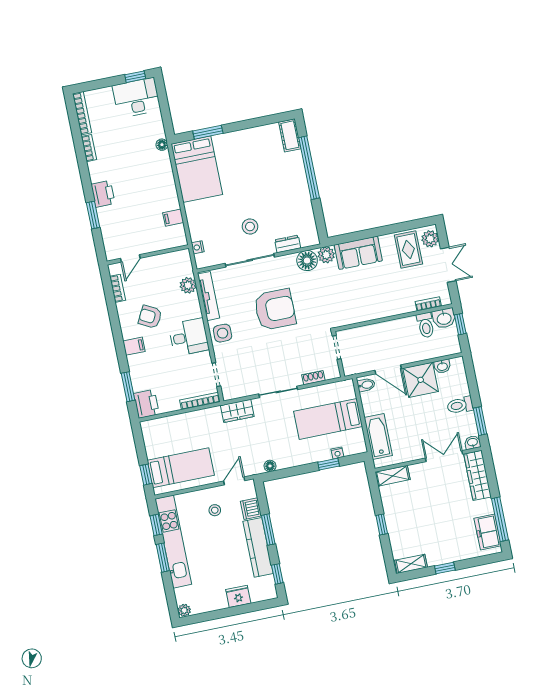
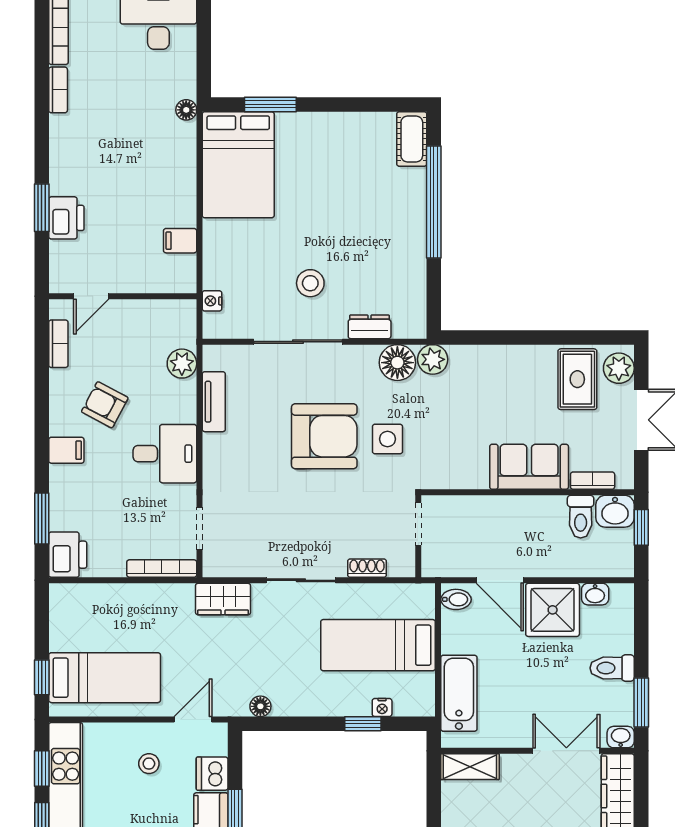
printer: (103, 194) -> (66, 218), moved
sofa: (358, 253) -> (529, 467), moved, turned 180
tv unit: (209, 296) -> (214, 402), width x0.71
side table: (223, 333) -> (387, 439), moved

